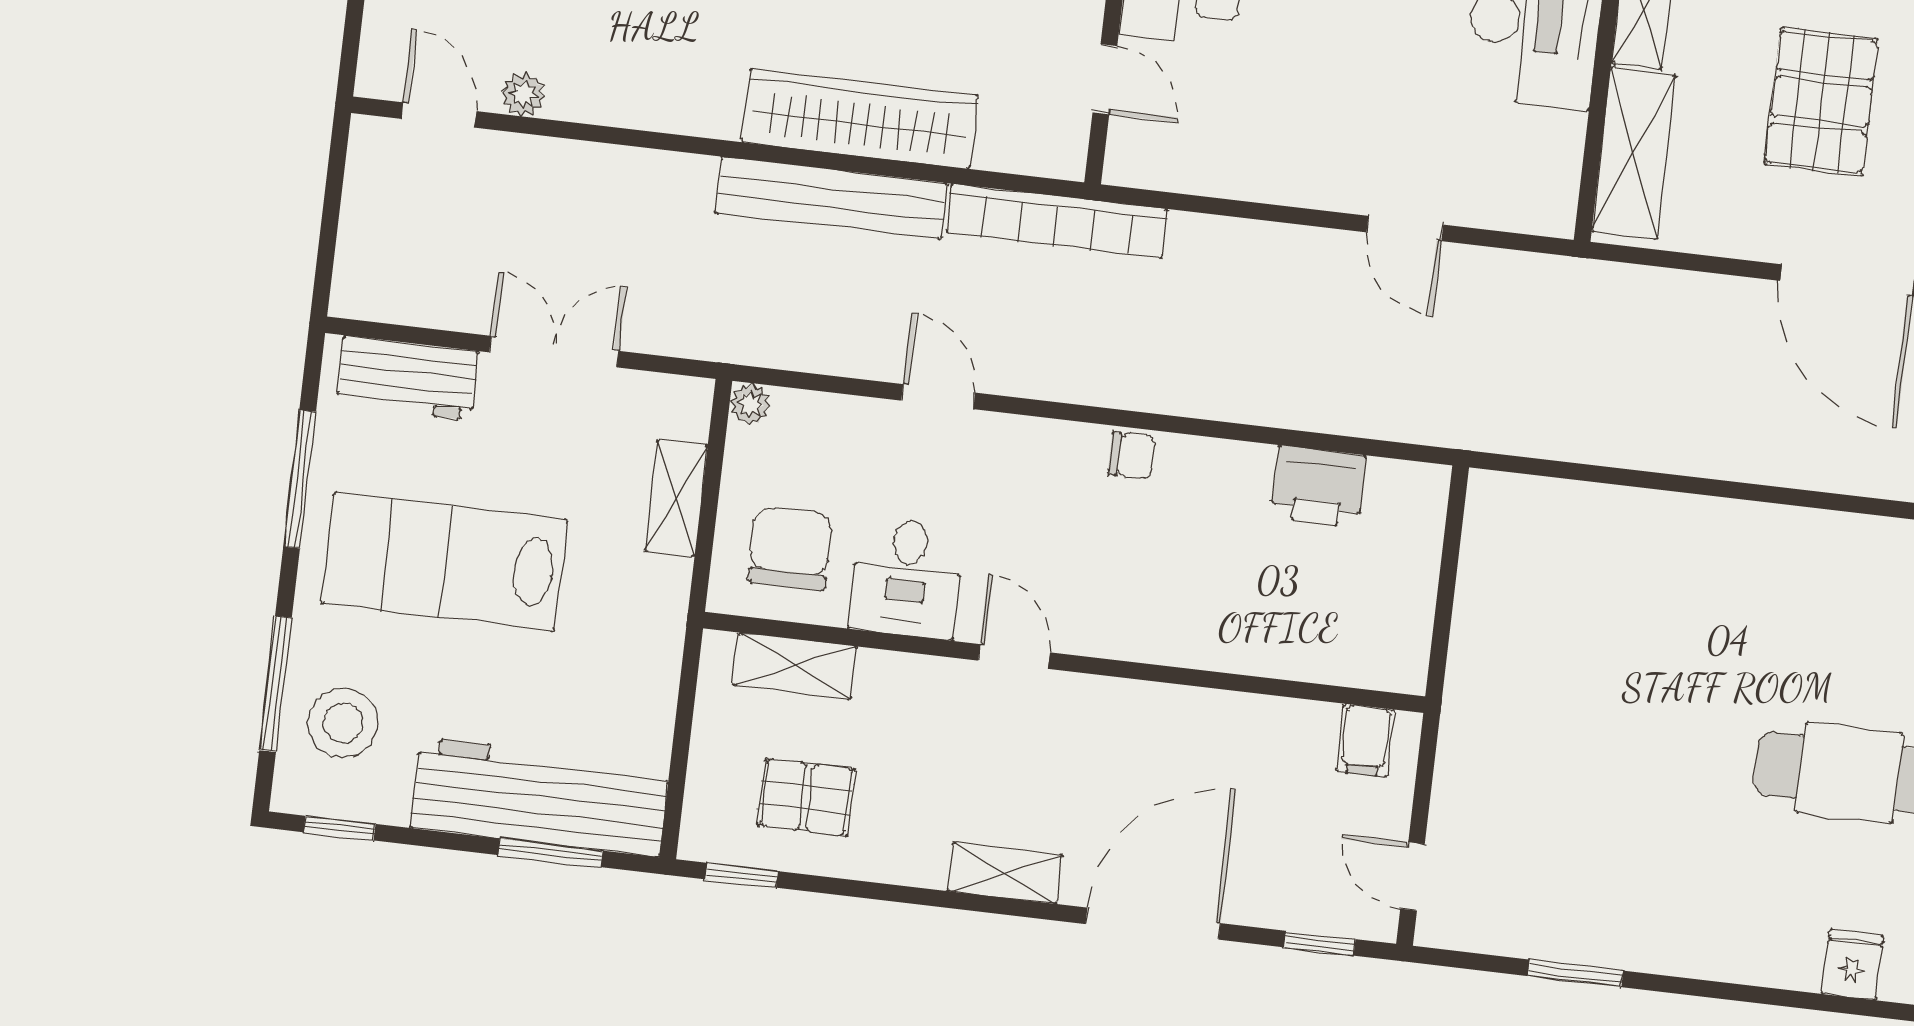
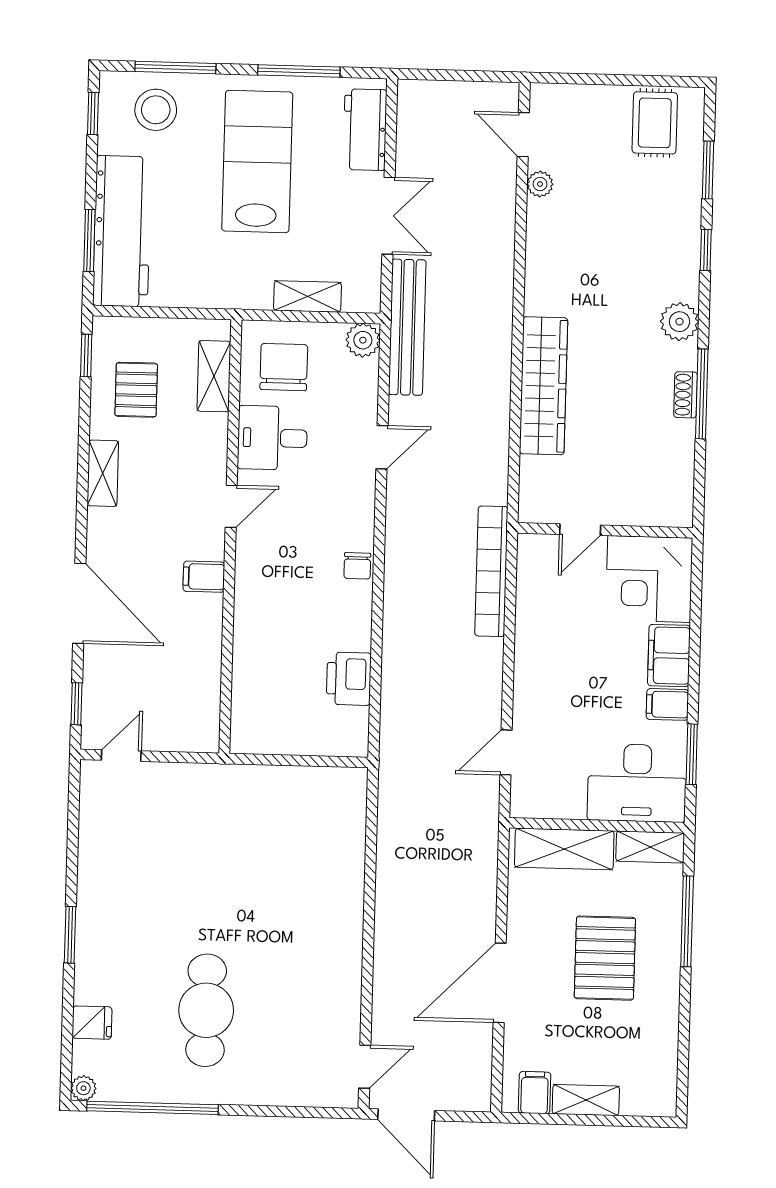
pallet: (1821, 102) -> (605, 958), turned 90
door: (439, 115) -> (523, 135), swing flipped
bench: (831, 198) -> (407, 327), moved
bookcase: (1057, 221) -> (491, 571), moved
door: (1405, 228) -> (506, 752), moved
plant: (750, 404) -> (363, 340), width x1.38, depth x1.38
chair: (790, 548) -> (284, 367), turned -90
filing cabinet: (1365, 740) -> (204, 577), moved
shelving: (1005, 873) -> (103, 473), moved
window: (1575, 973) -> (70, 935), moved

